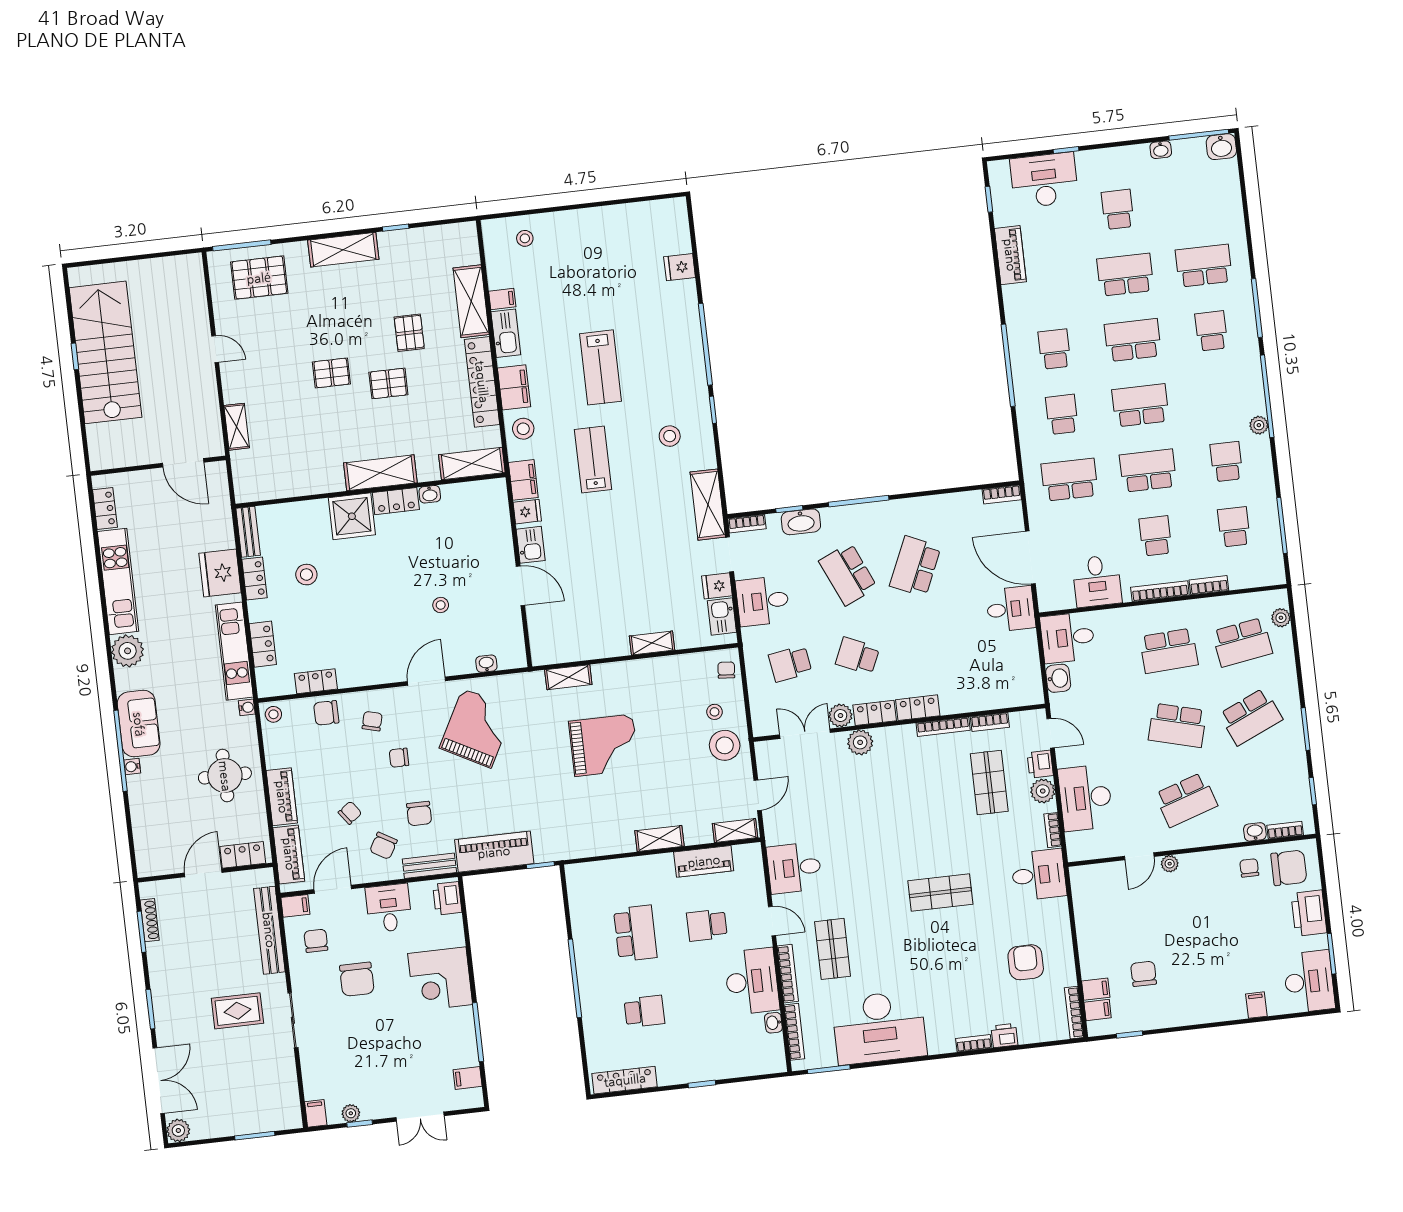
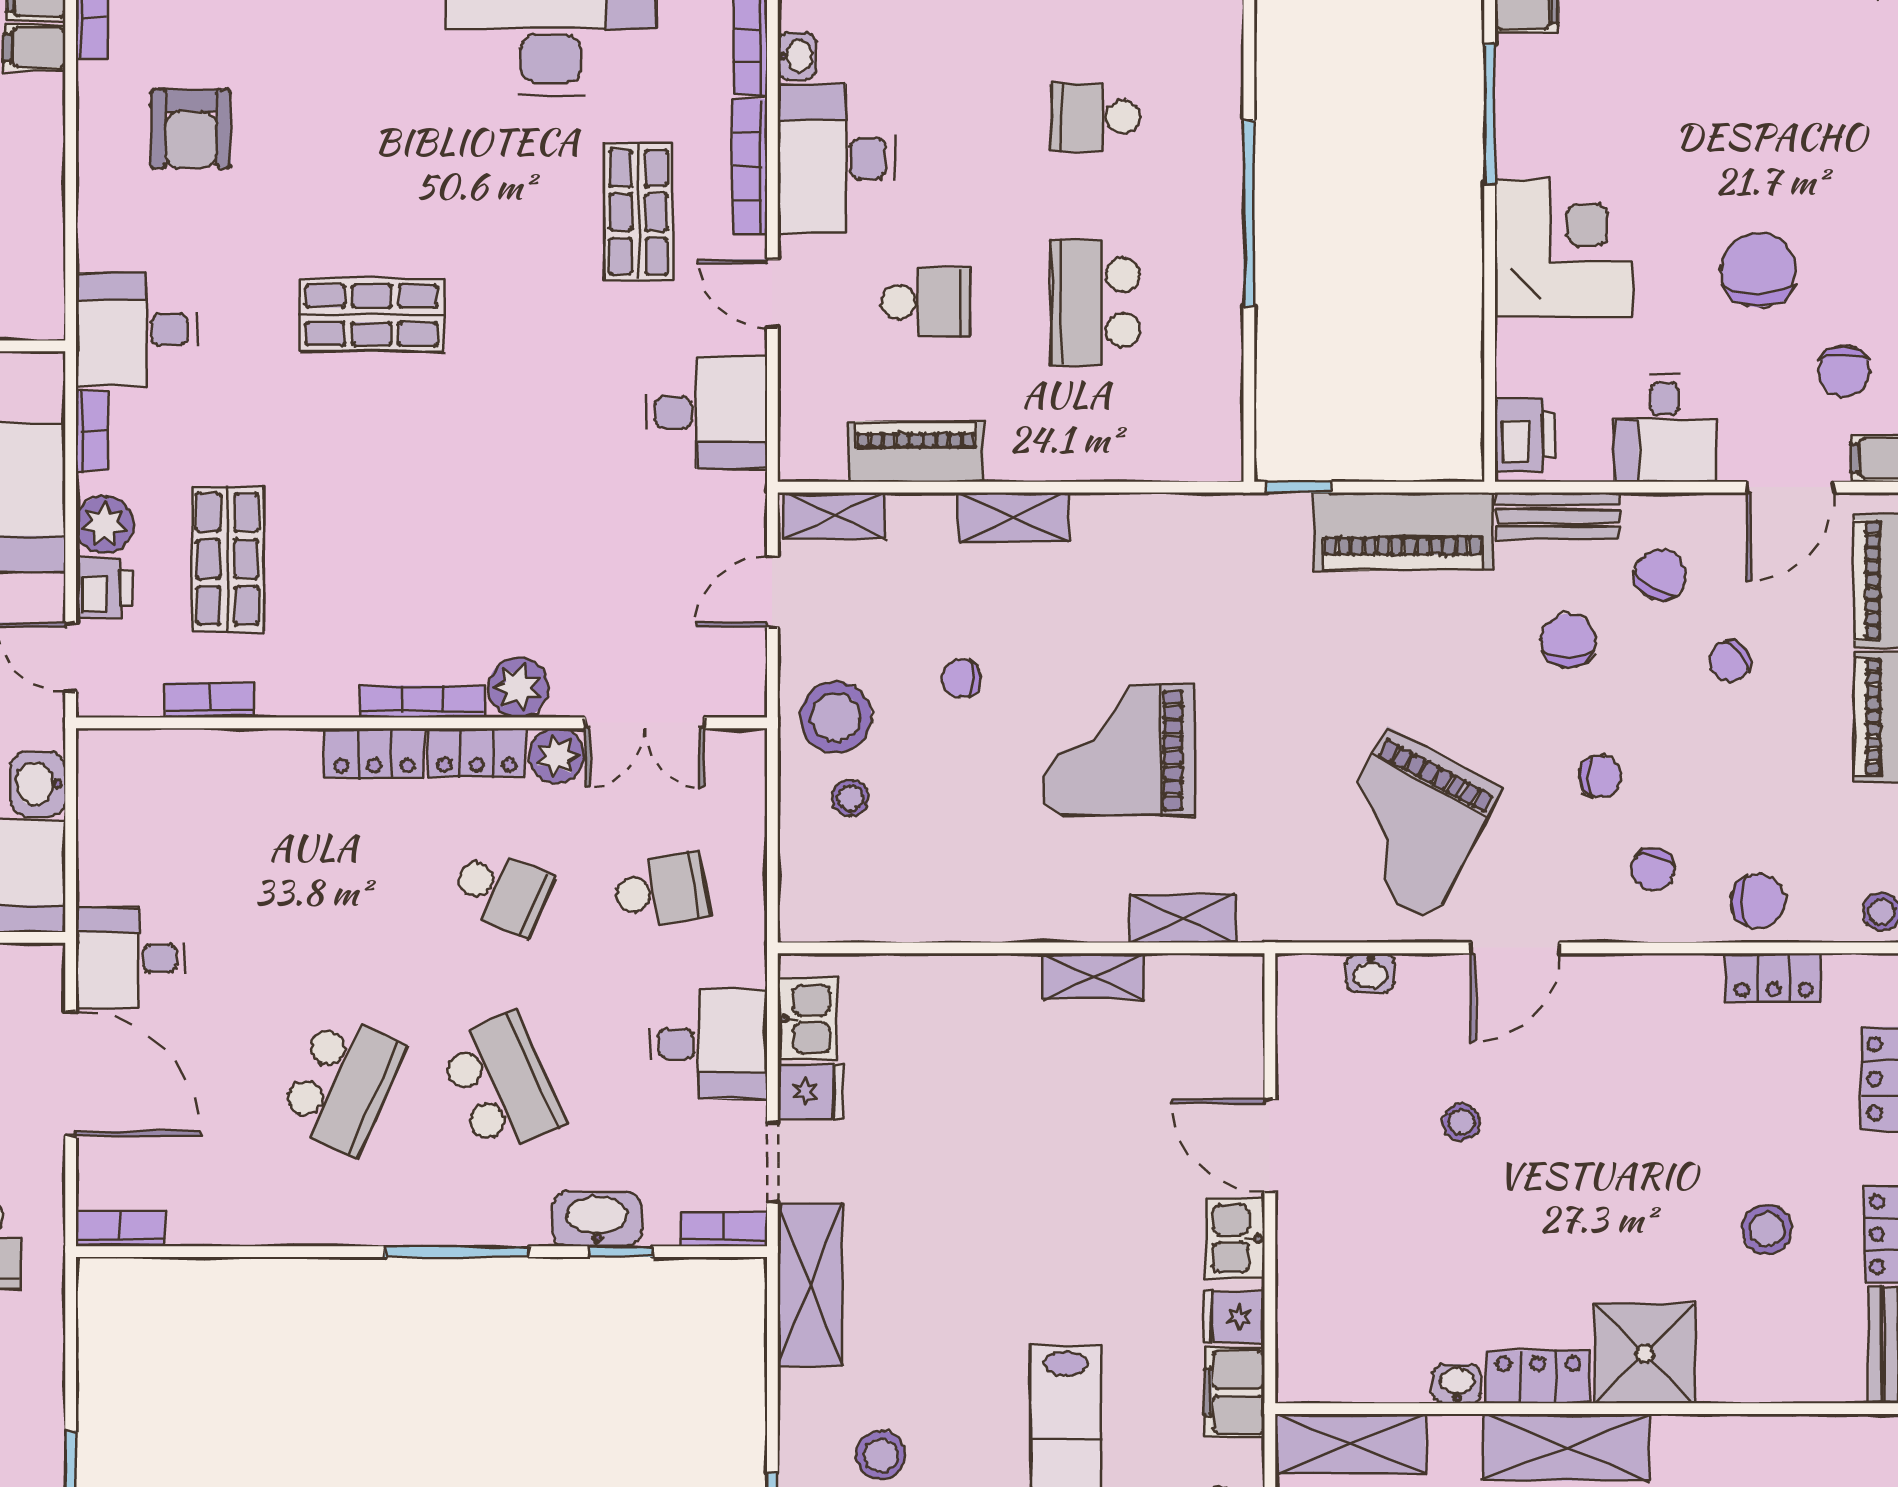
shelving: (652, 643) -> (1093, 976), moved
chair: (726, 670) -> (961, 678), moved, turned 85
bookcase: (943, 727) -> (422, 702), moved

